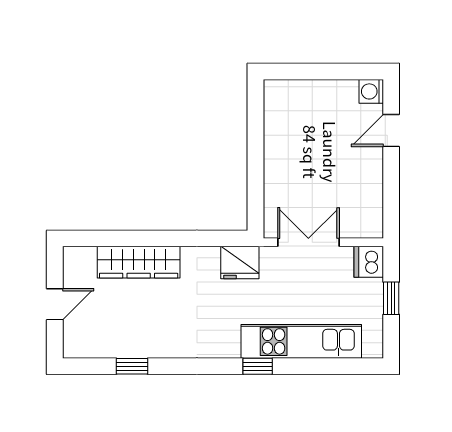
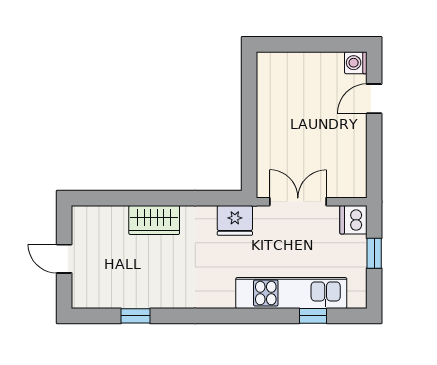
wardrobe: (139, 262) -> (154, 220), width x0.67
door: (55, 304) -> (64, 259), swing flipped
window: (258, 366) -> (313, 316), moved

